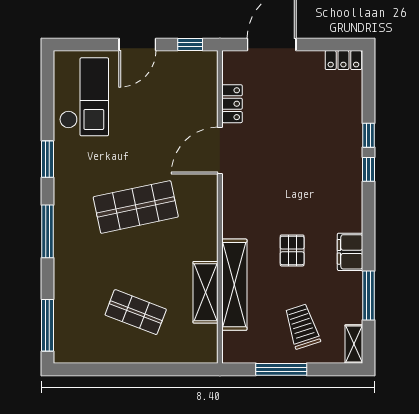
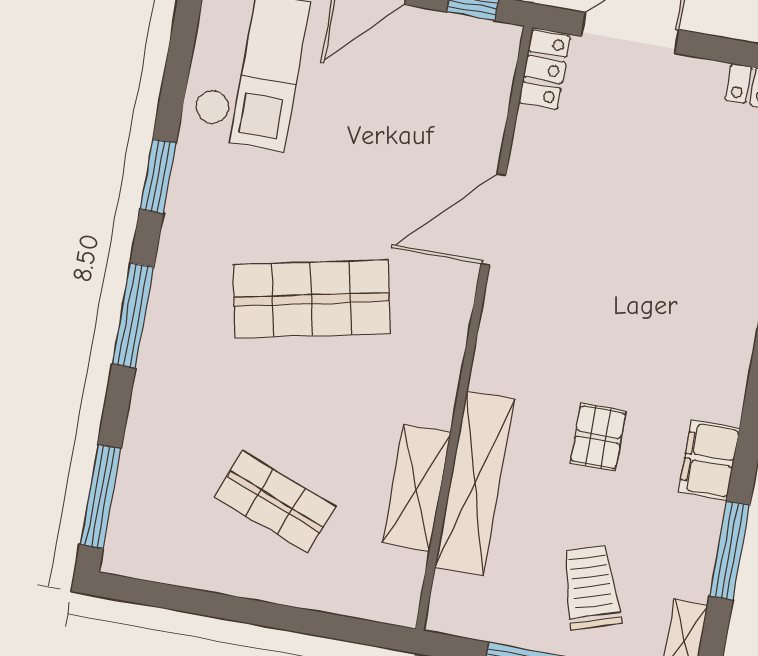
locker: (232, 104) -> (545, 69), moved

